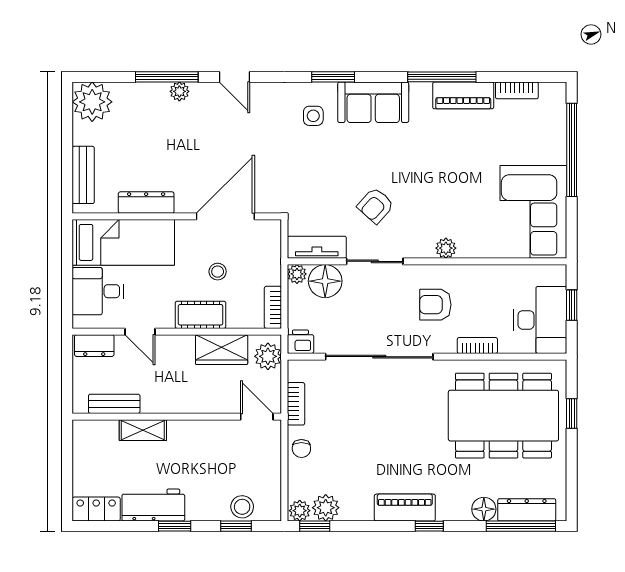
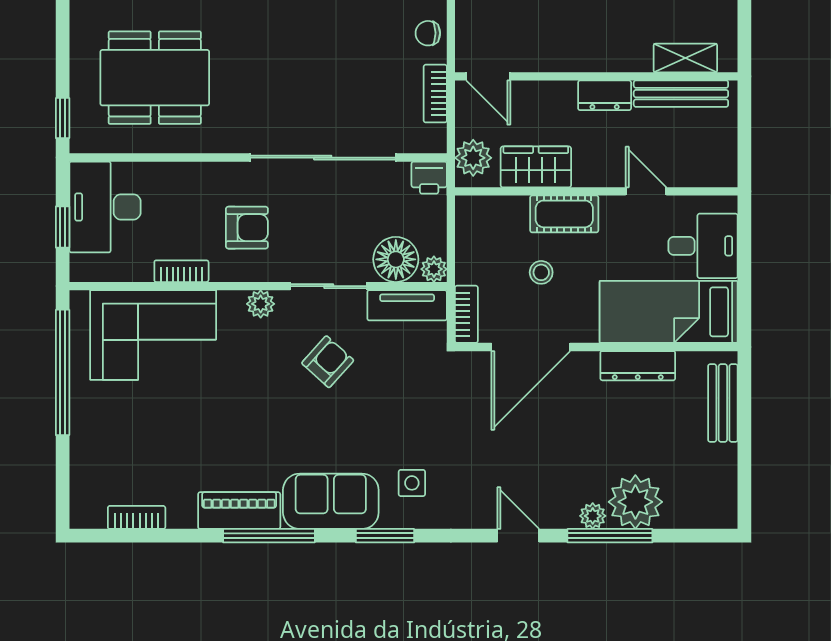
window: (442, 77) -> (269, 536), moved
piano: (463, 95) -> (239, 511), moved
plant: (92, 102) -> (635, 502), moved
window: (572, 150) -> (63, 372), moved
corner sofa: (533, 212) -> (153, 335), moved, turned 90
plant: (446, 248) -> (261, 304), moved
bookcase: (273, 307) -> (466, 314), moved
bookcase: (477, 345) -> (181, 271), moved, turned 180
dresser: (94, 346) -> (605, 95), moved, turned 180
bench: (114, 404) -> (681, 94), width x1.36
window: (572, 413) -> (63, 118), moved
dining table: (503, 416) -> (155, 78), width x0.73, depth x0.80
shelving: (143, 430) -> (685, 58), moved
chair: (301, 448) -> (428, 33), turned -90

